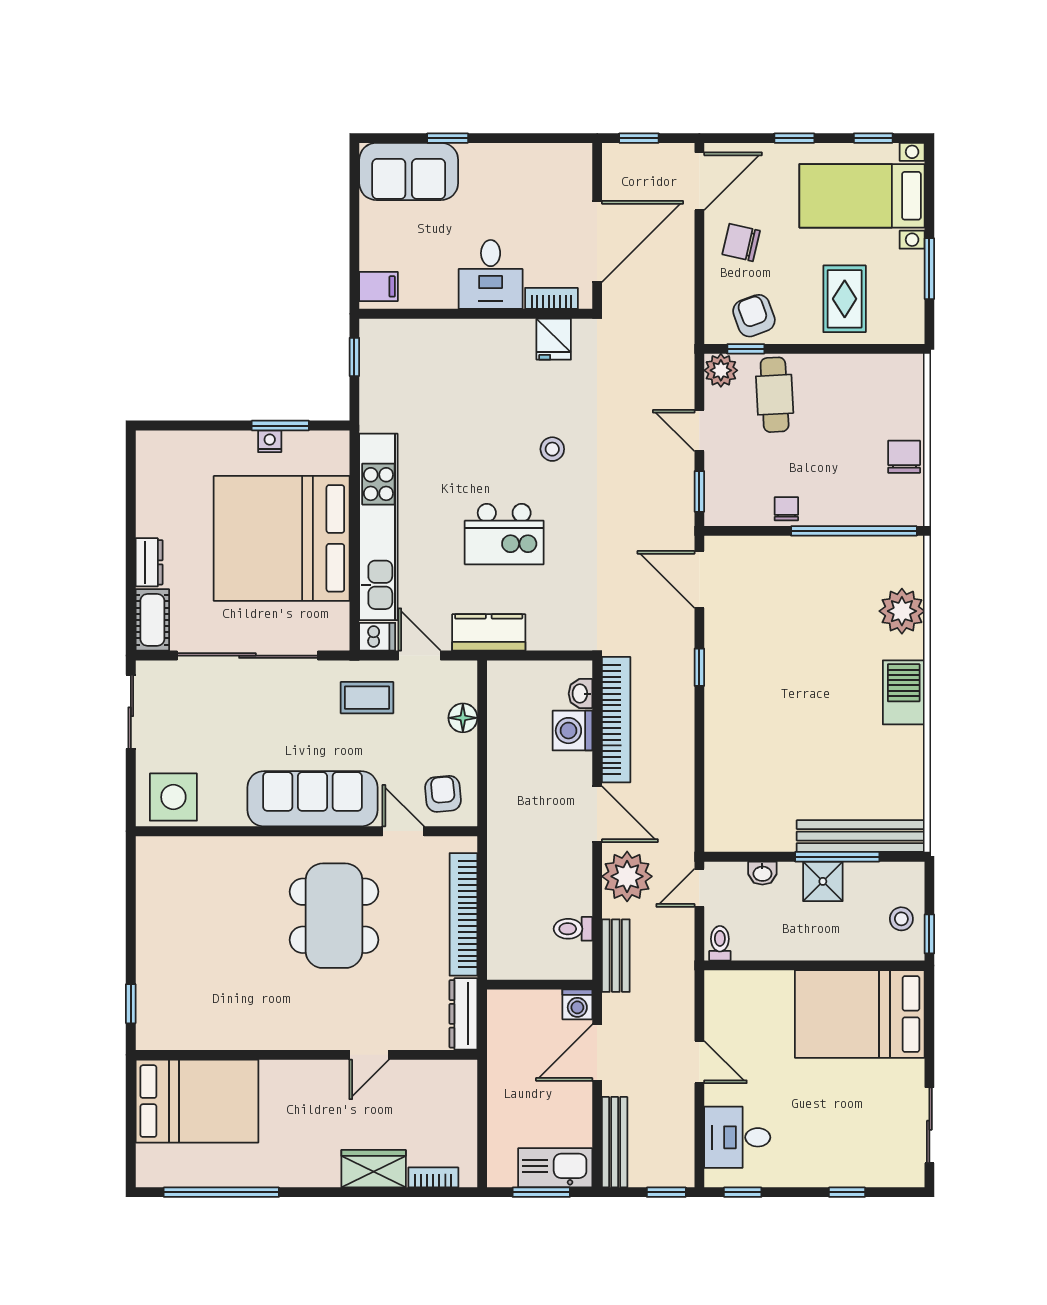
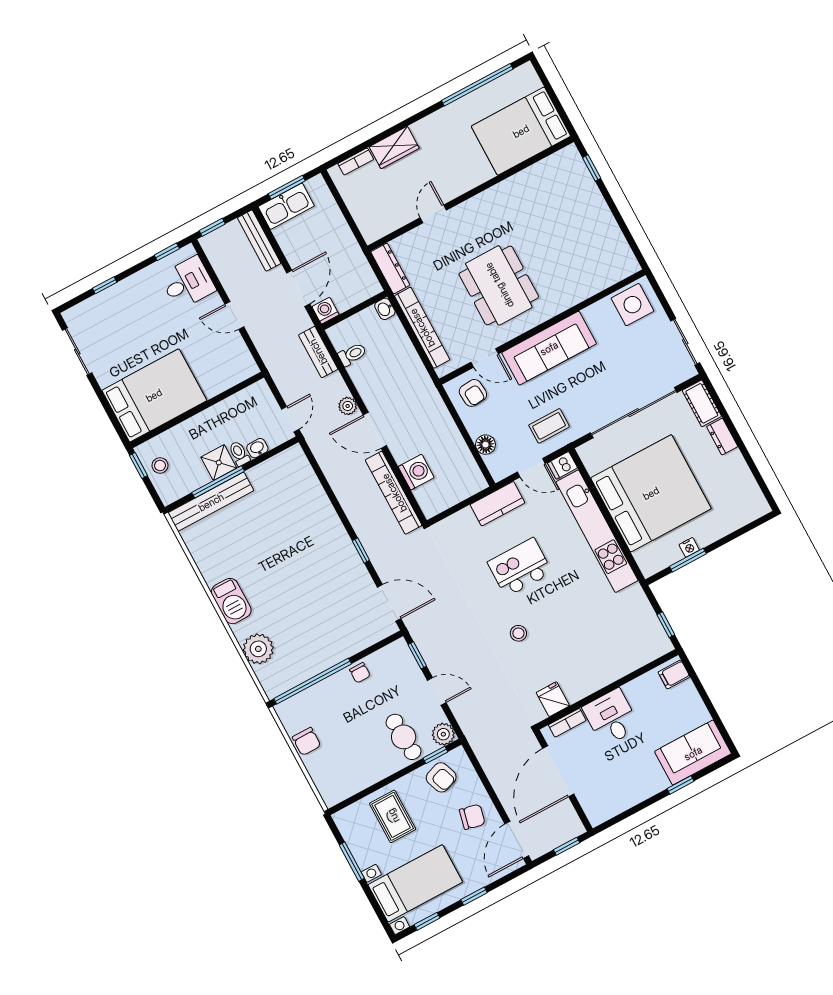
washbasin: (581, 694) -> (385, 309), moved, turned 180
plant: (627, 876) -> (348, 406), width x0.53, depth x0.53
toilet: (720, 943) -> (239, 454), moved, turned 180

